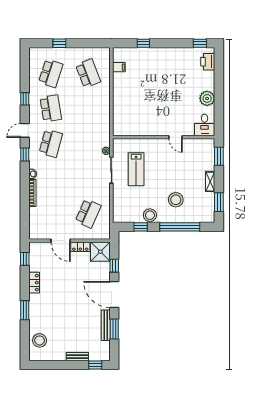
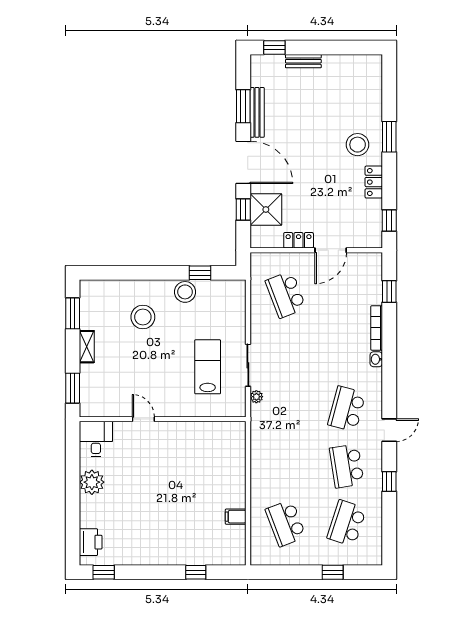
filing cabinet: (119, 67) -> (236, 517), moved
window: (25, 154) -> (389, 291), moved
school desk: (88, 214) -> (286, 295), turned -45
window: (180, 227) -> (136, 273), removed
door: (61, 241) -> (331, 250), swing flipped
shower: (100, 252) -> (266, 209), moved
stool: (40, 340) -> (358, 145), moved

